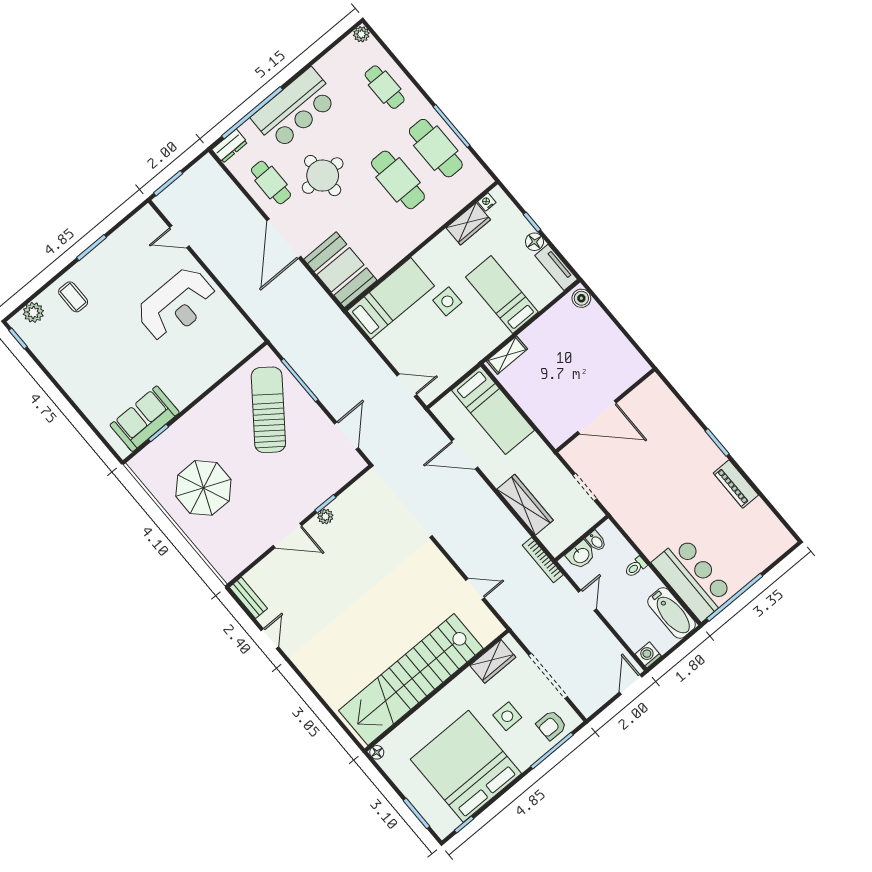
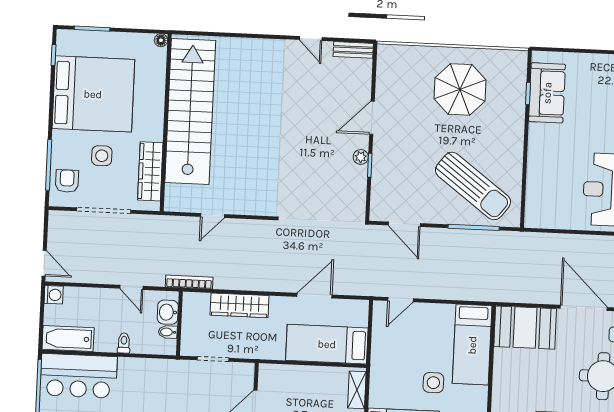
wardrobe: (493, 661) -> (150, 171), width x1.50

